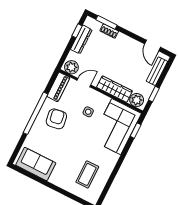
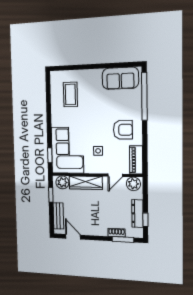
window: (36, 113) -> (144, 96), moved
armchair: (56, 119) -> (123, 130), turned -81

